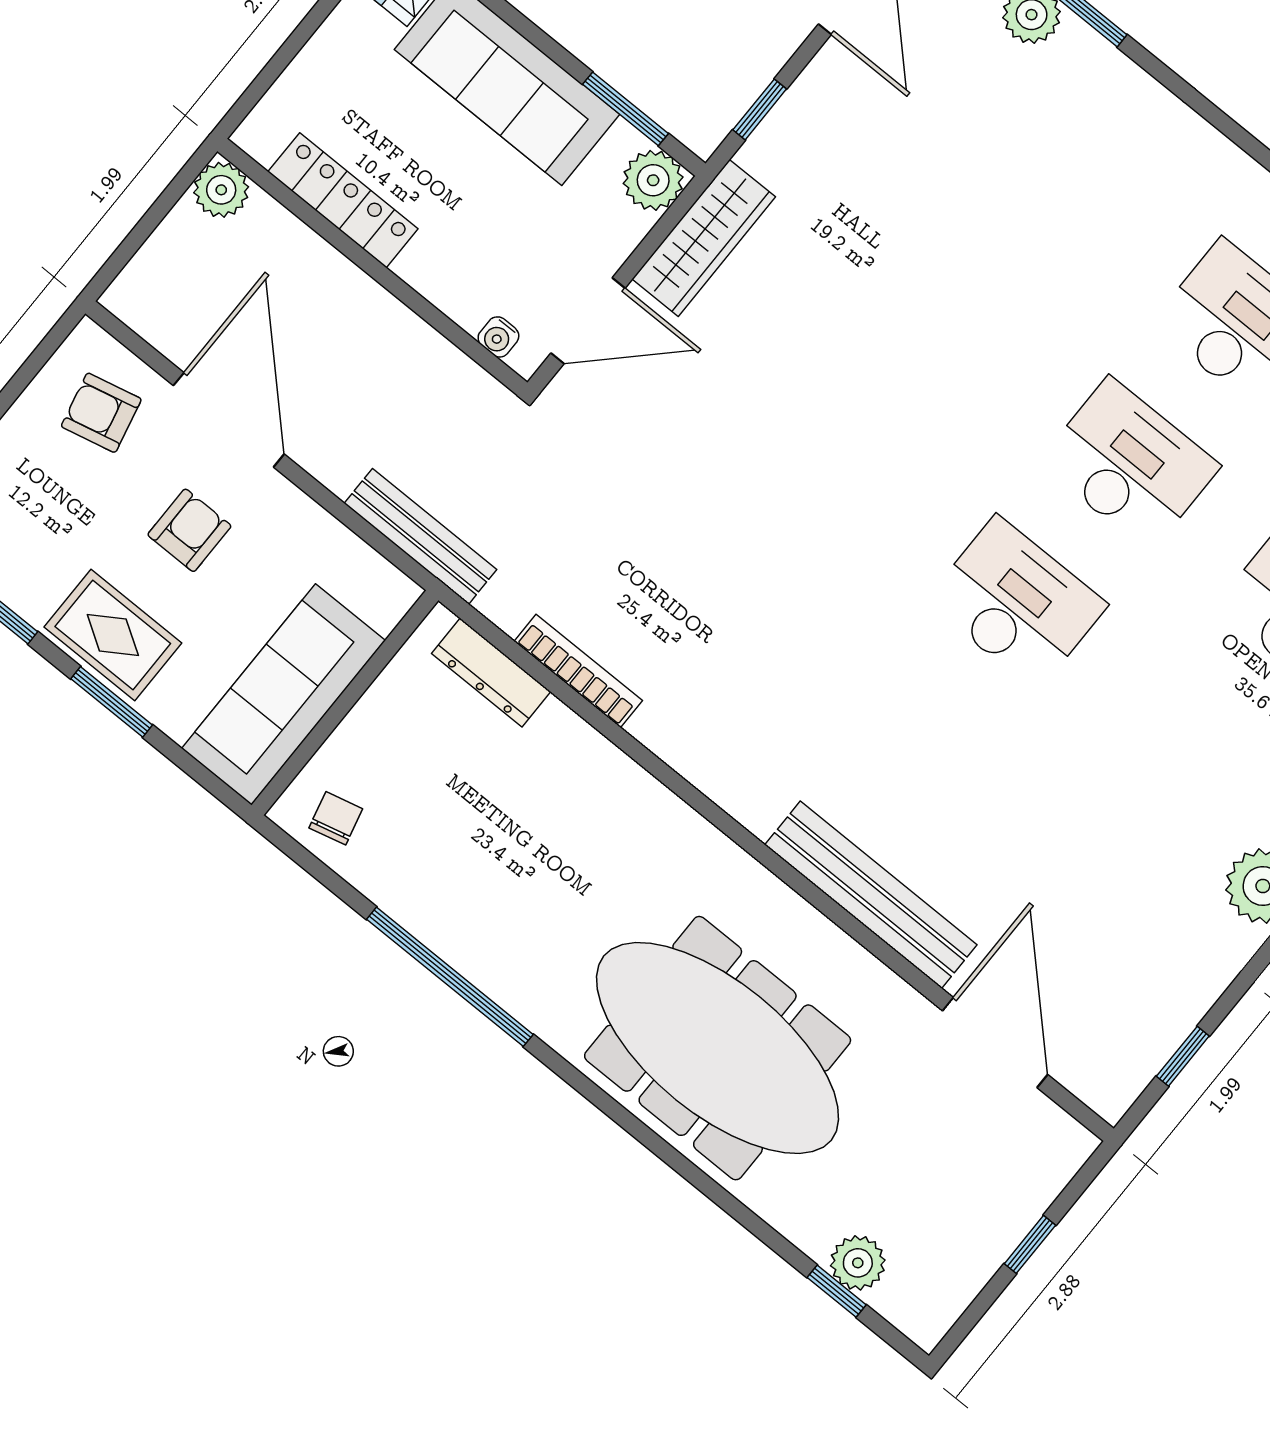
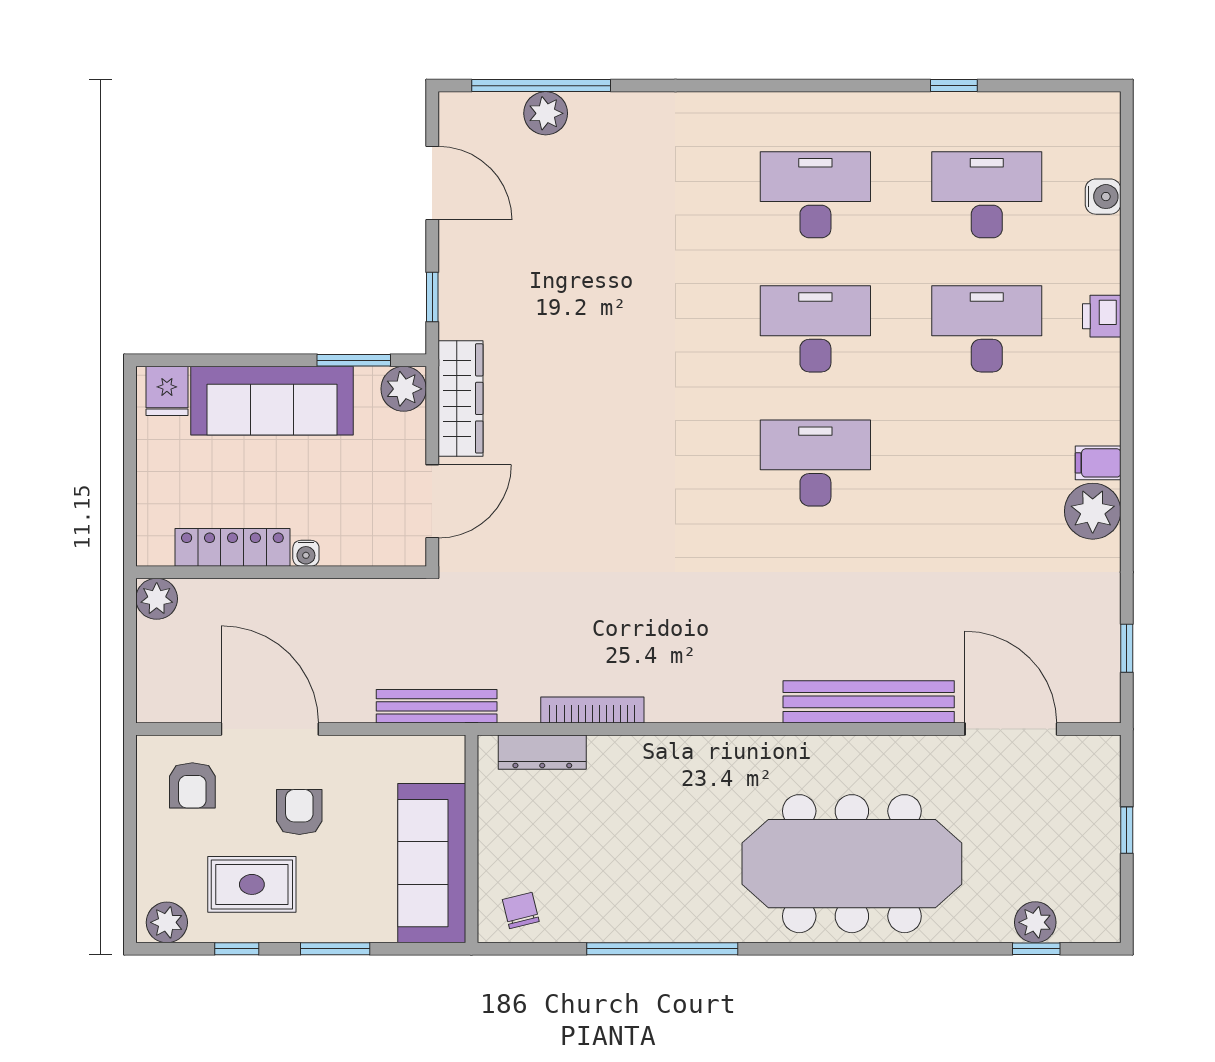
water cooler: (498, 337) -> (306, 553), moved
armchair: (101, 413) -> (192, 785), turned -77
rug: (113, 635) -> (252, 884), moved

